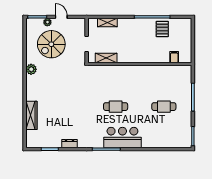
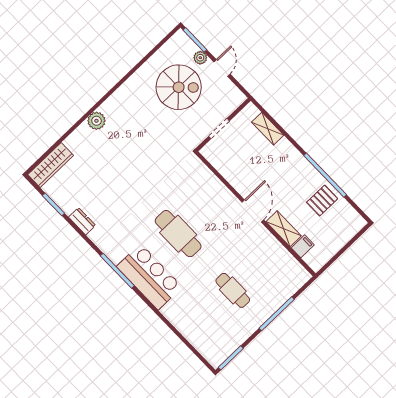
spiral stairs: (51, 44) -> (179, 87), turned 180
shelving: (106, 58) -> (284, 229), moved
door: (137, 64) -> (253, 211), added
plant: (31, 69) -> (96, 121), moved
cafe table: (116, 107) -> (178, 234), width x1.37, depth x1.35
wardrobe: (31, 115) -> (51, 165), moved

